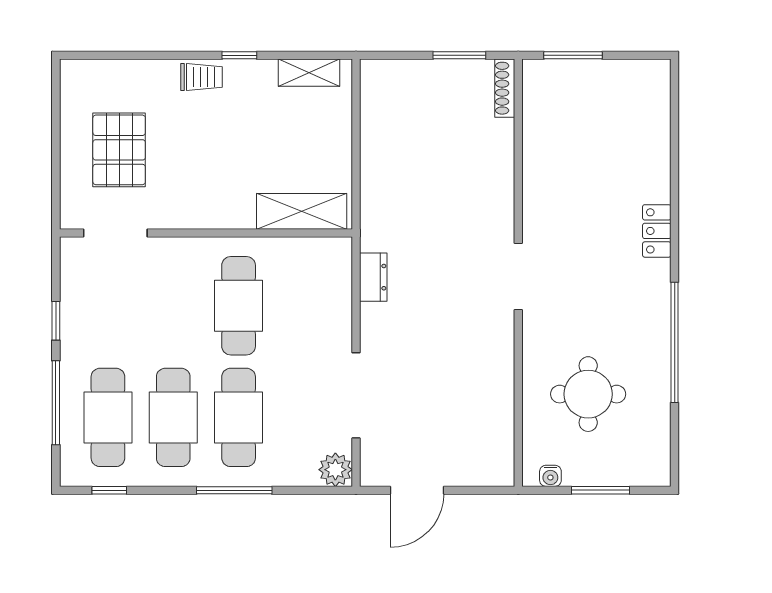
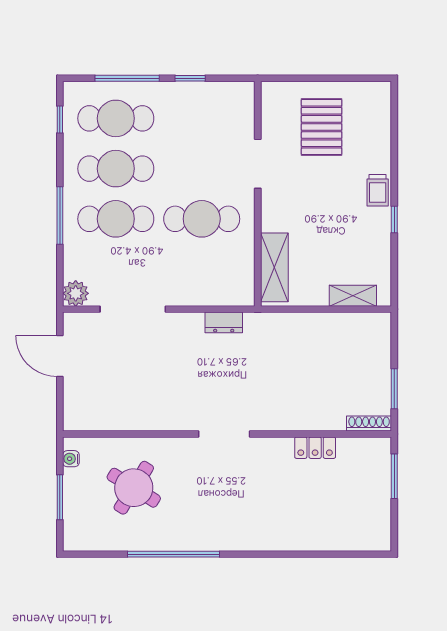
shelving: (309, 73) -> (353, 296), moved, turned 90
pallet: (119, 150) -> (322, 127), turned 90
locker: (657, 231) -> (315, 448), moved, turned 180
doorway: (115, 233) -> (258, 164), moved
round table: (588, 394) -> (134, 488), turned 32

